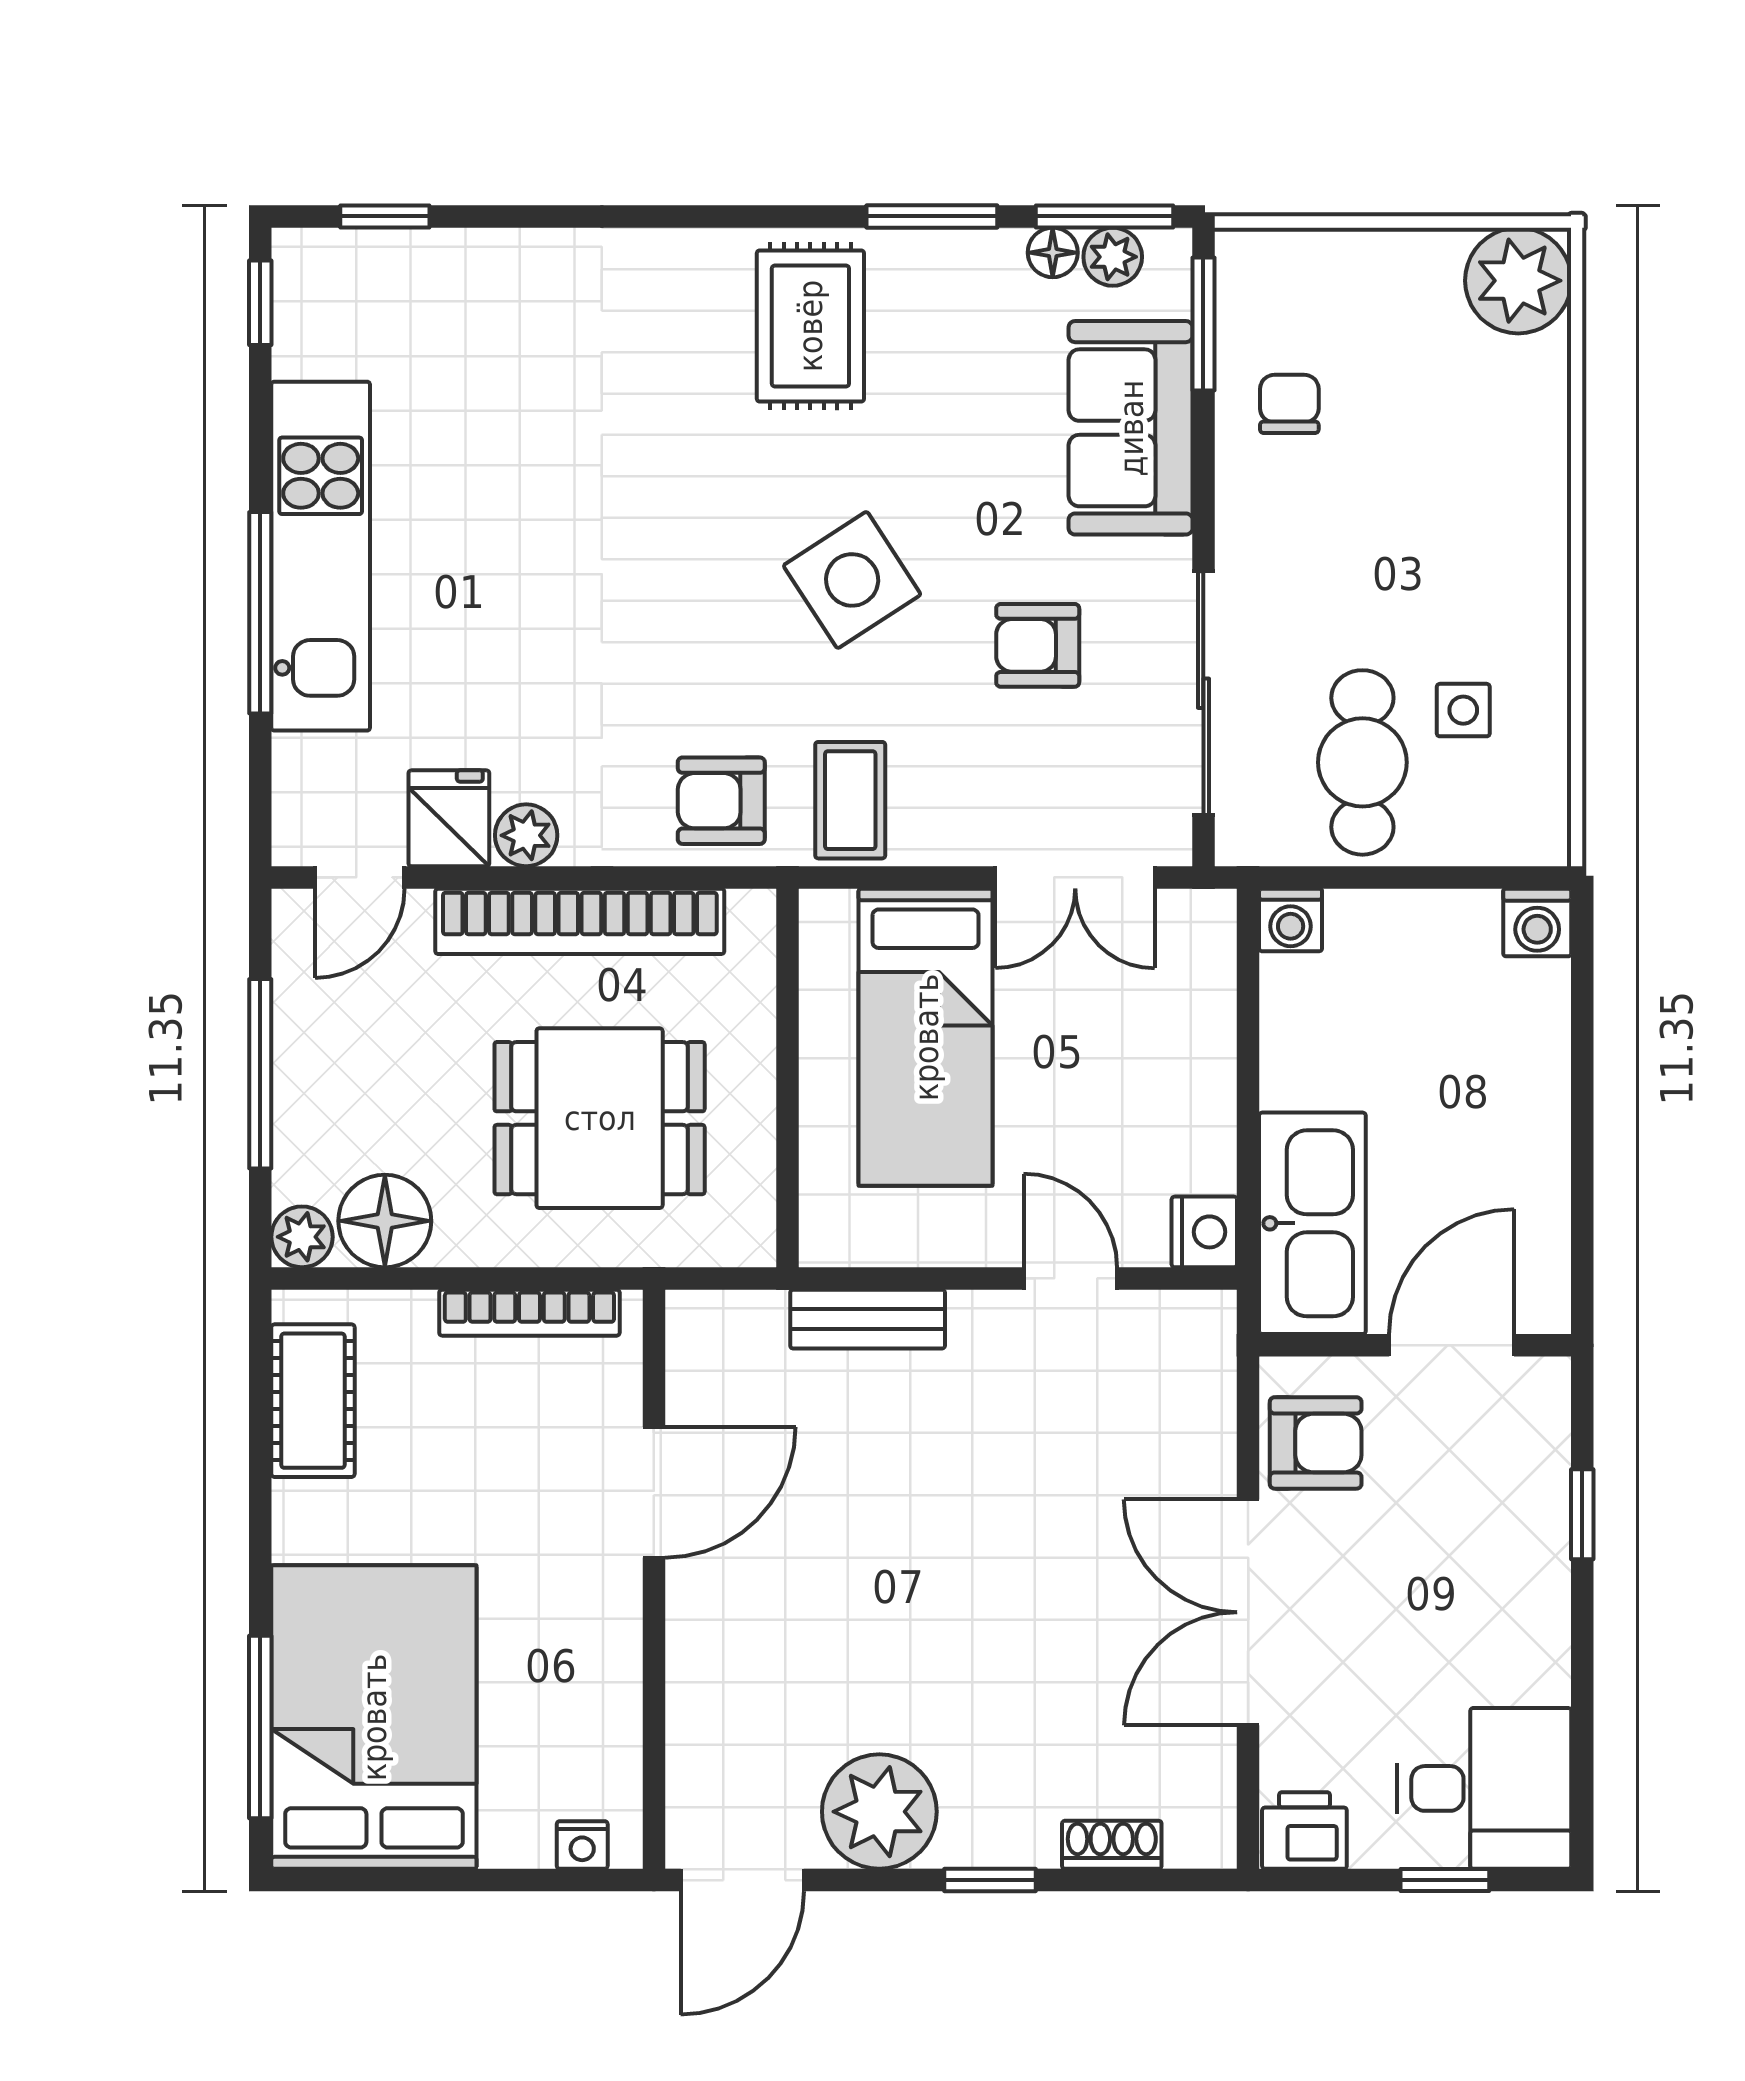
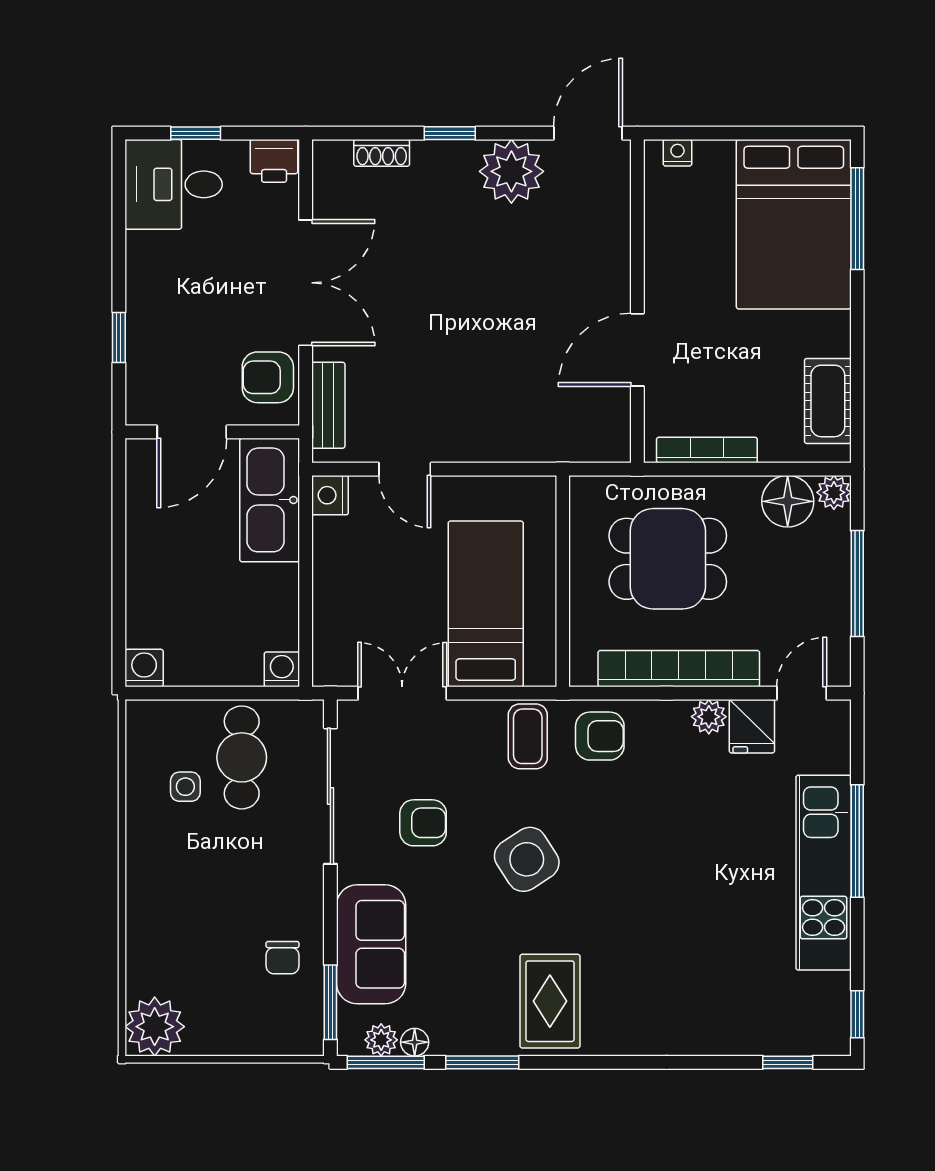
bench: (868, 1319) -> (328, 405), moved, turned 90

